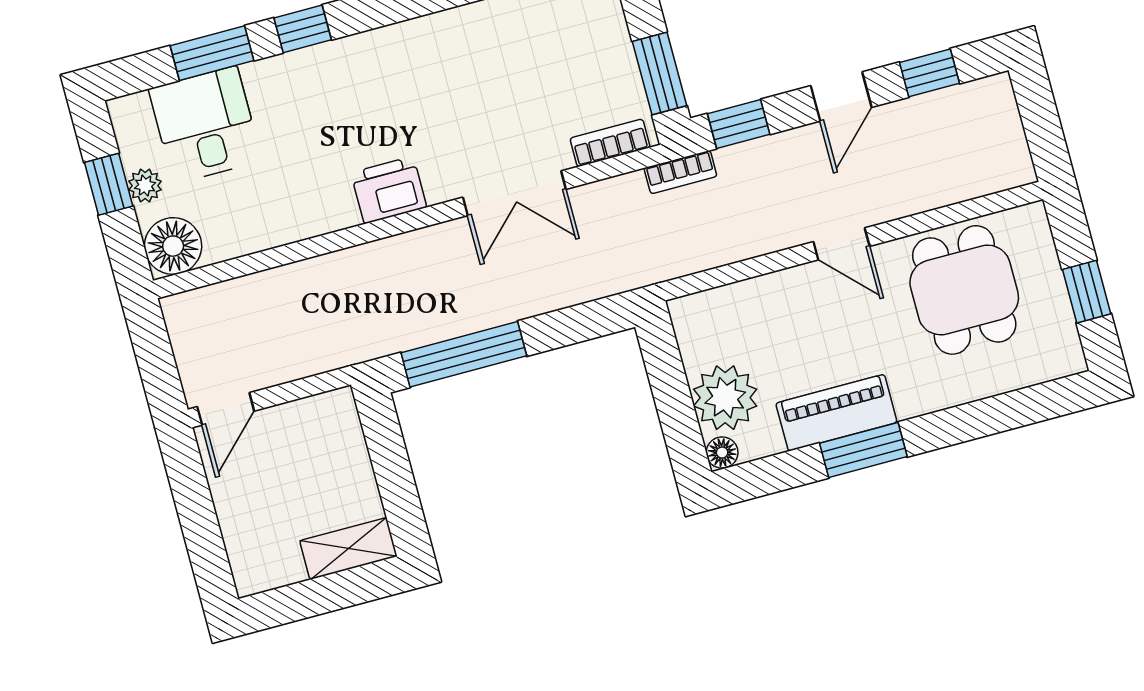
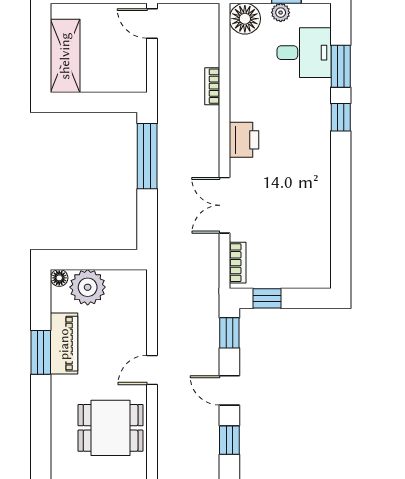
window: (660, 73) -> (267, 298), width x0.67
bookcase: (680, 172) -> (212, 86), moved
shelving: (348, 548) -> (65, 56), width x1.50, depth x1.33

